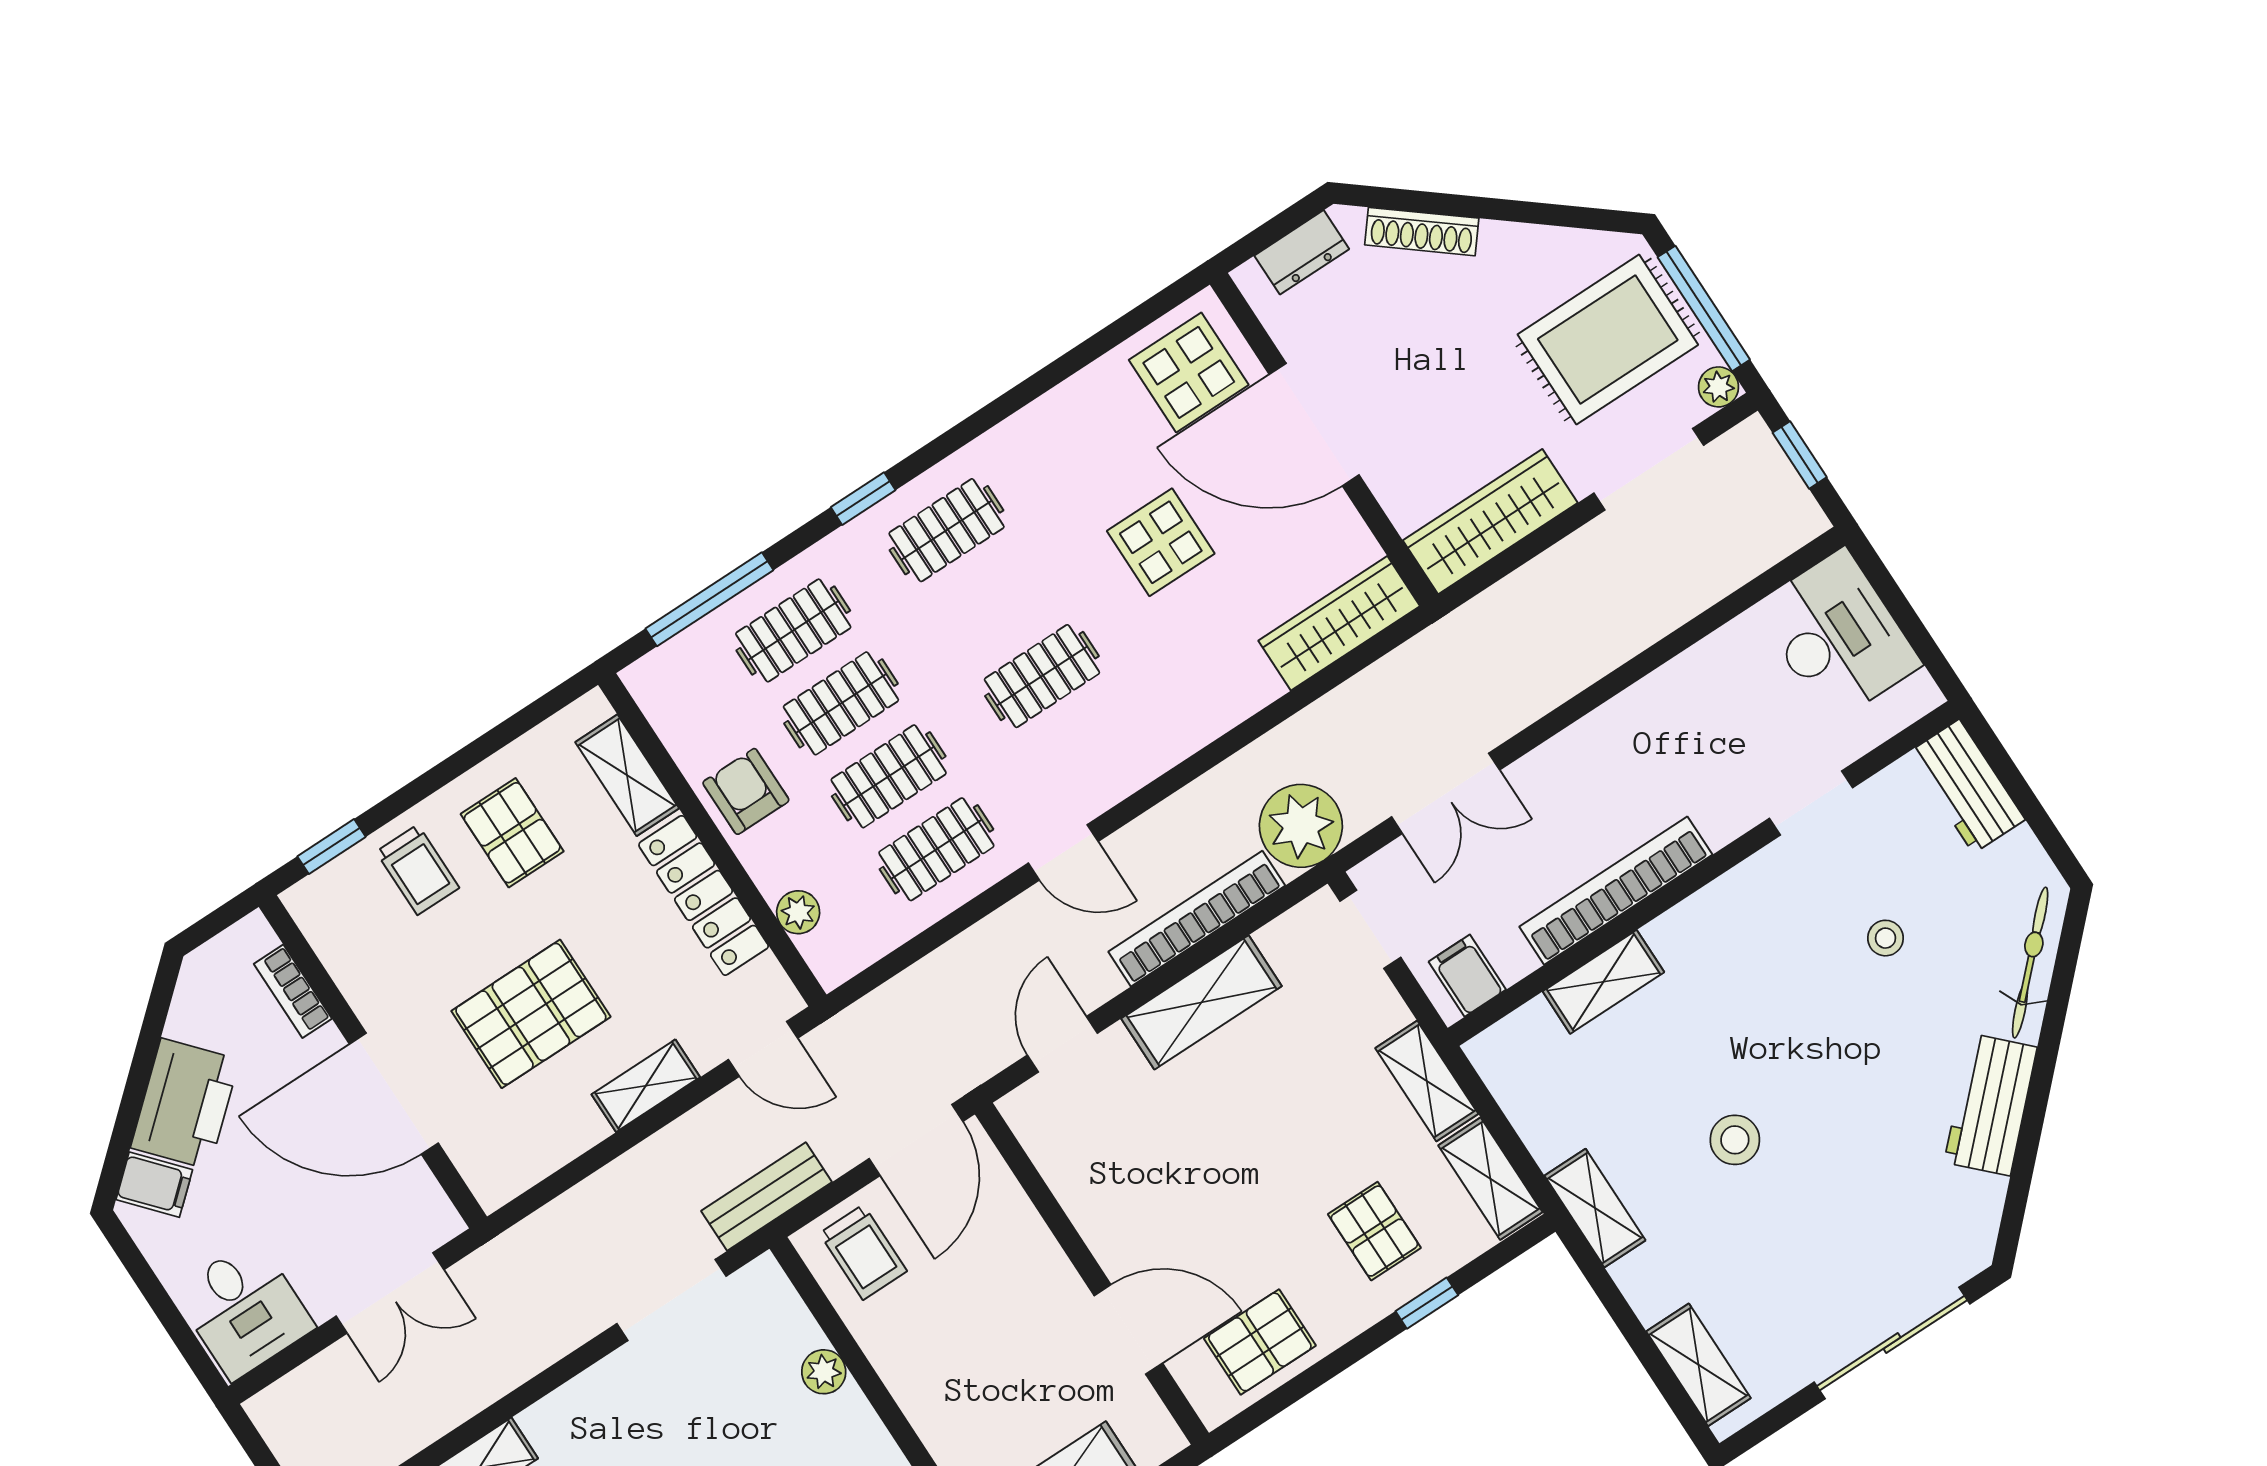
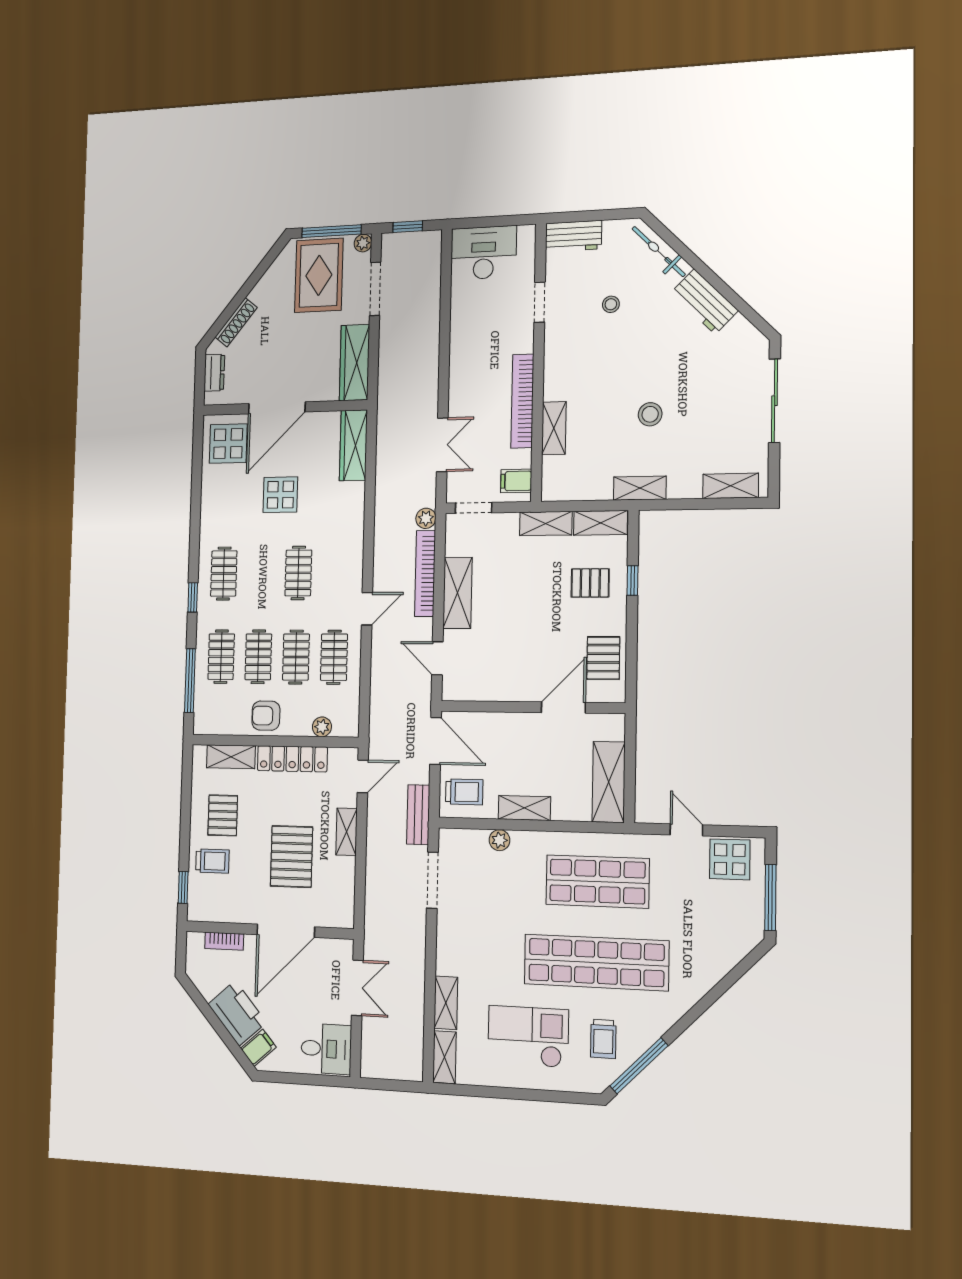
plant: (1301, 826) -> (426, 518), width x0.53, depth x0.53
pallet: (512, 833) -> (223, 815), turned 90
shelving: (909, 1378) -> (524, 808), added

